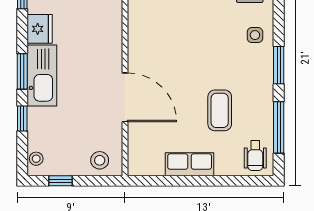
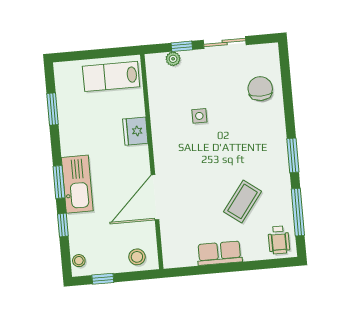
fridge: (40, 29) -> (135, 131), moved, turned 180
side table: (255, 35) -> (199, 116), moved
door: (125, 97) -> (155, 197), swing flipped
coffee table: (220, 110) -> (243, 201), turned 37

